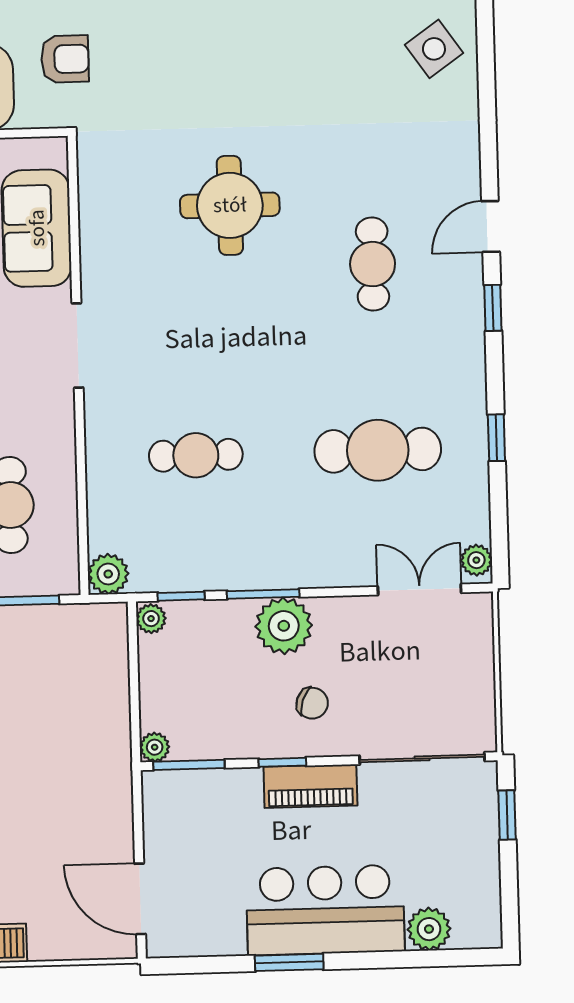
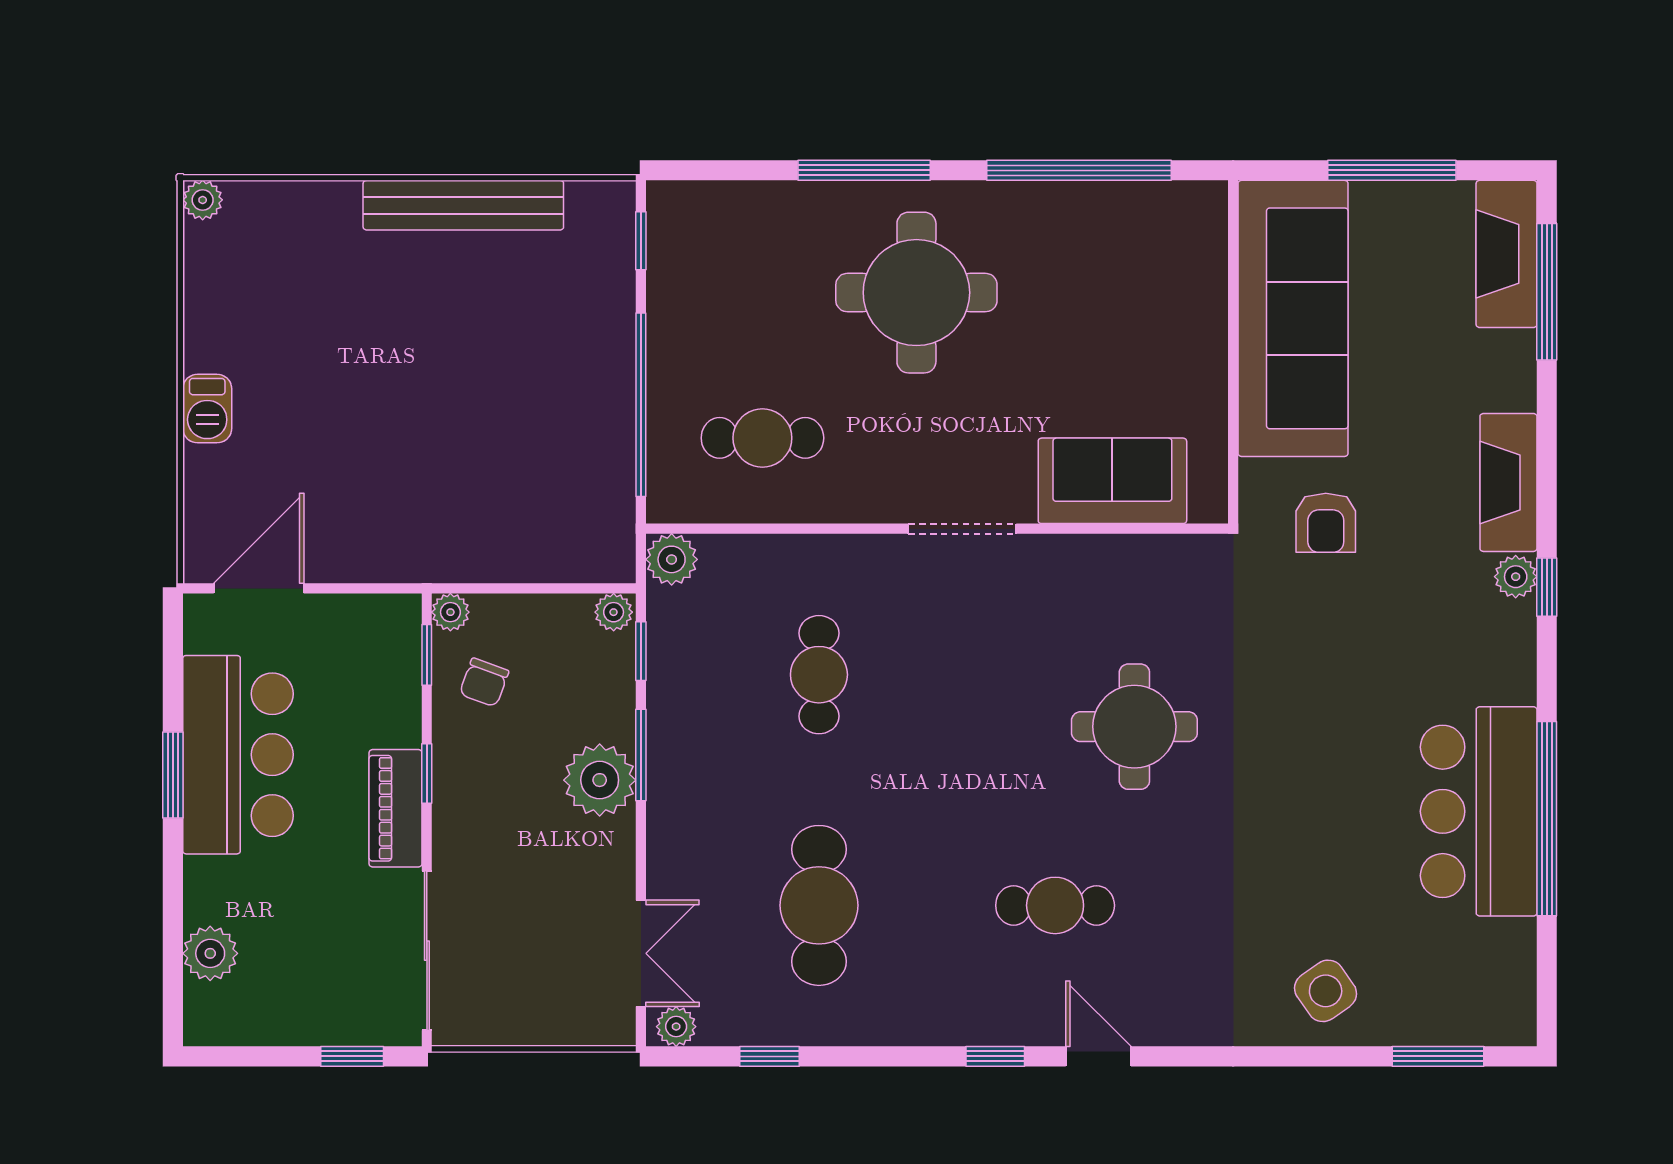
window: (496, 438) -> (769, 1056), moved
chair: (312, 703) -> (484, 682), moved
window: (189, 765) -> (427, 655), width x0.67
bar counter: (325, 910) -> (238, 755), moved

